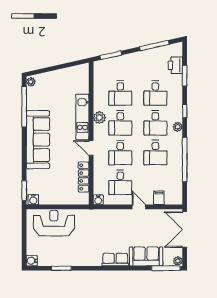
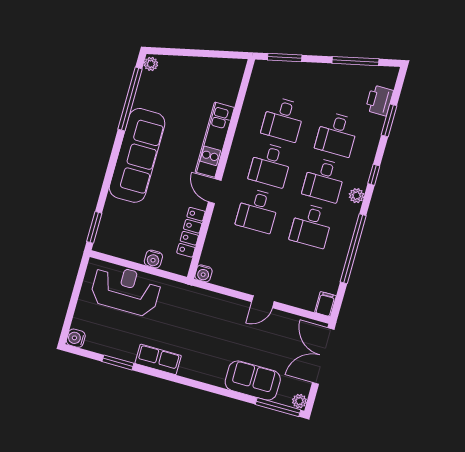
plant: (99, 118) -> (241, 148), removed
desk: (120, 182) -> (245, 256), removed
filing cabinet: (159, 198) -> (325, 304), moved
water cooler: (33, 200) -> (153, 259), moved
door: (139, 207) -> (263, 302), swing flipped
row of seats: (115, 260) -> (158, 359), moved

